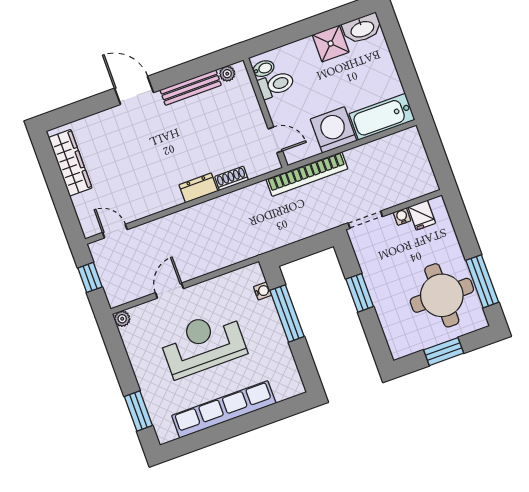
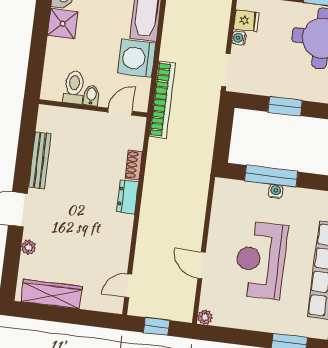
bidet: (264, 69) -> (91, 95), moved
plant: (227, 74) -> (28, 247), moved
water cooler: (262, 291) -> (276, 191), moved

